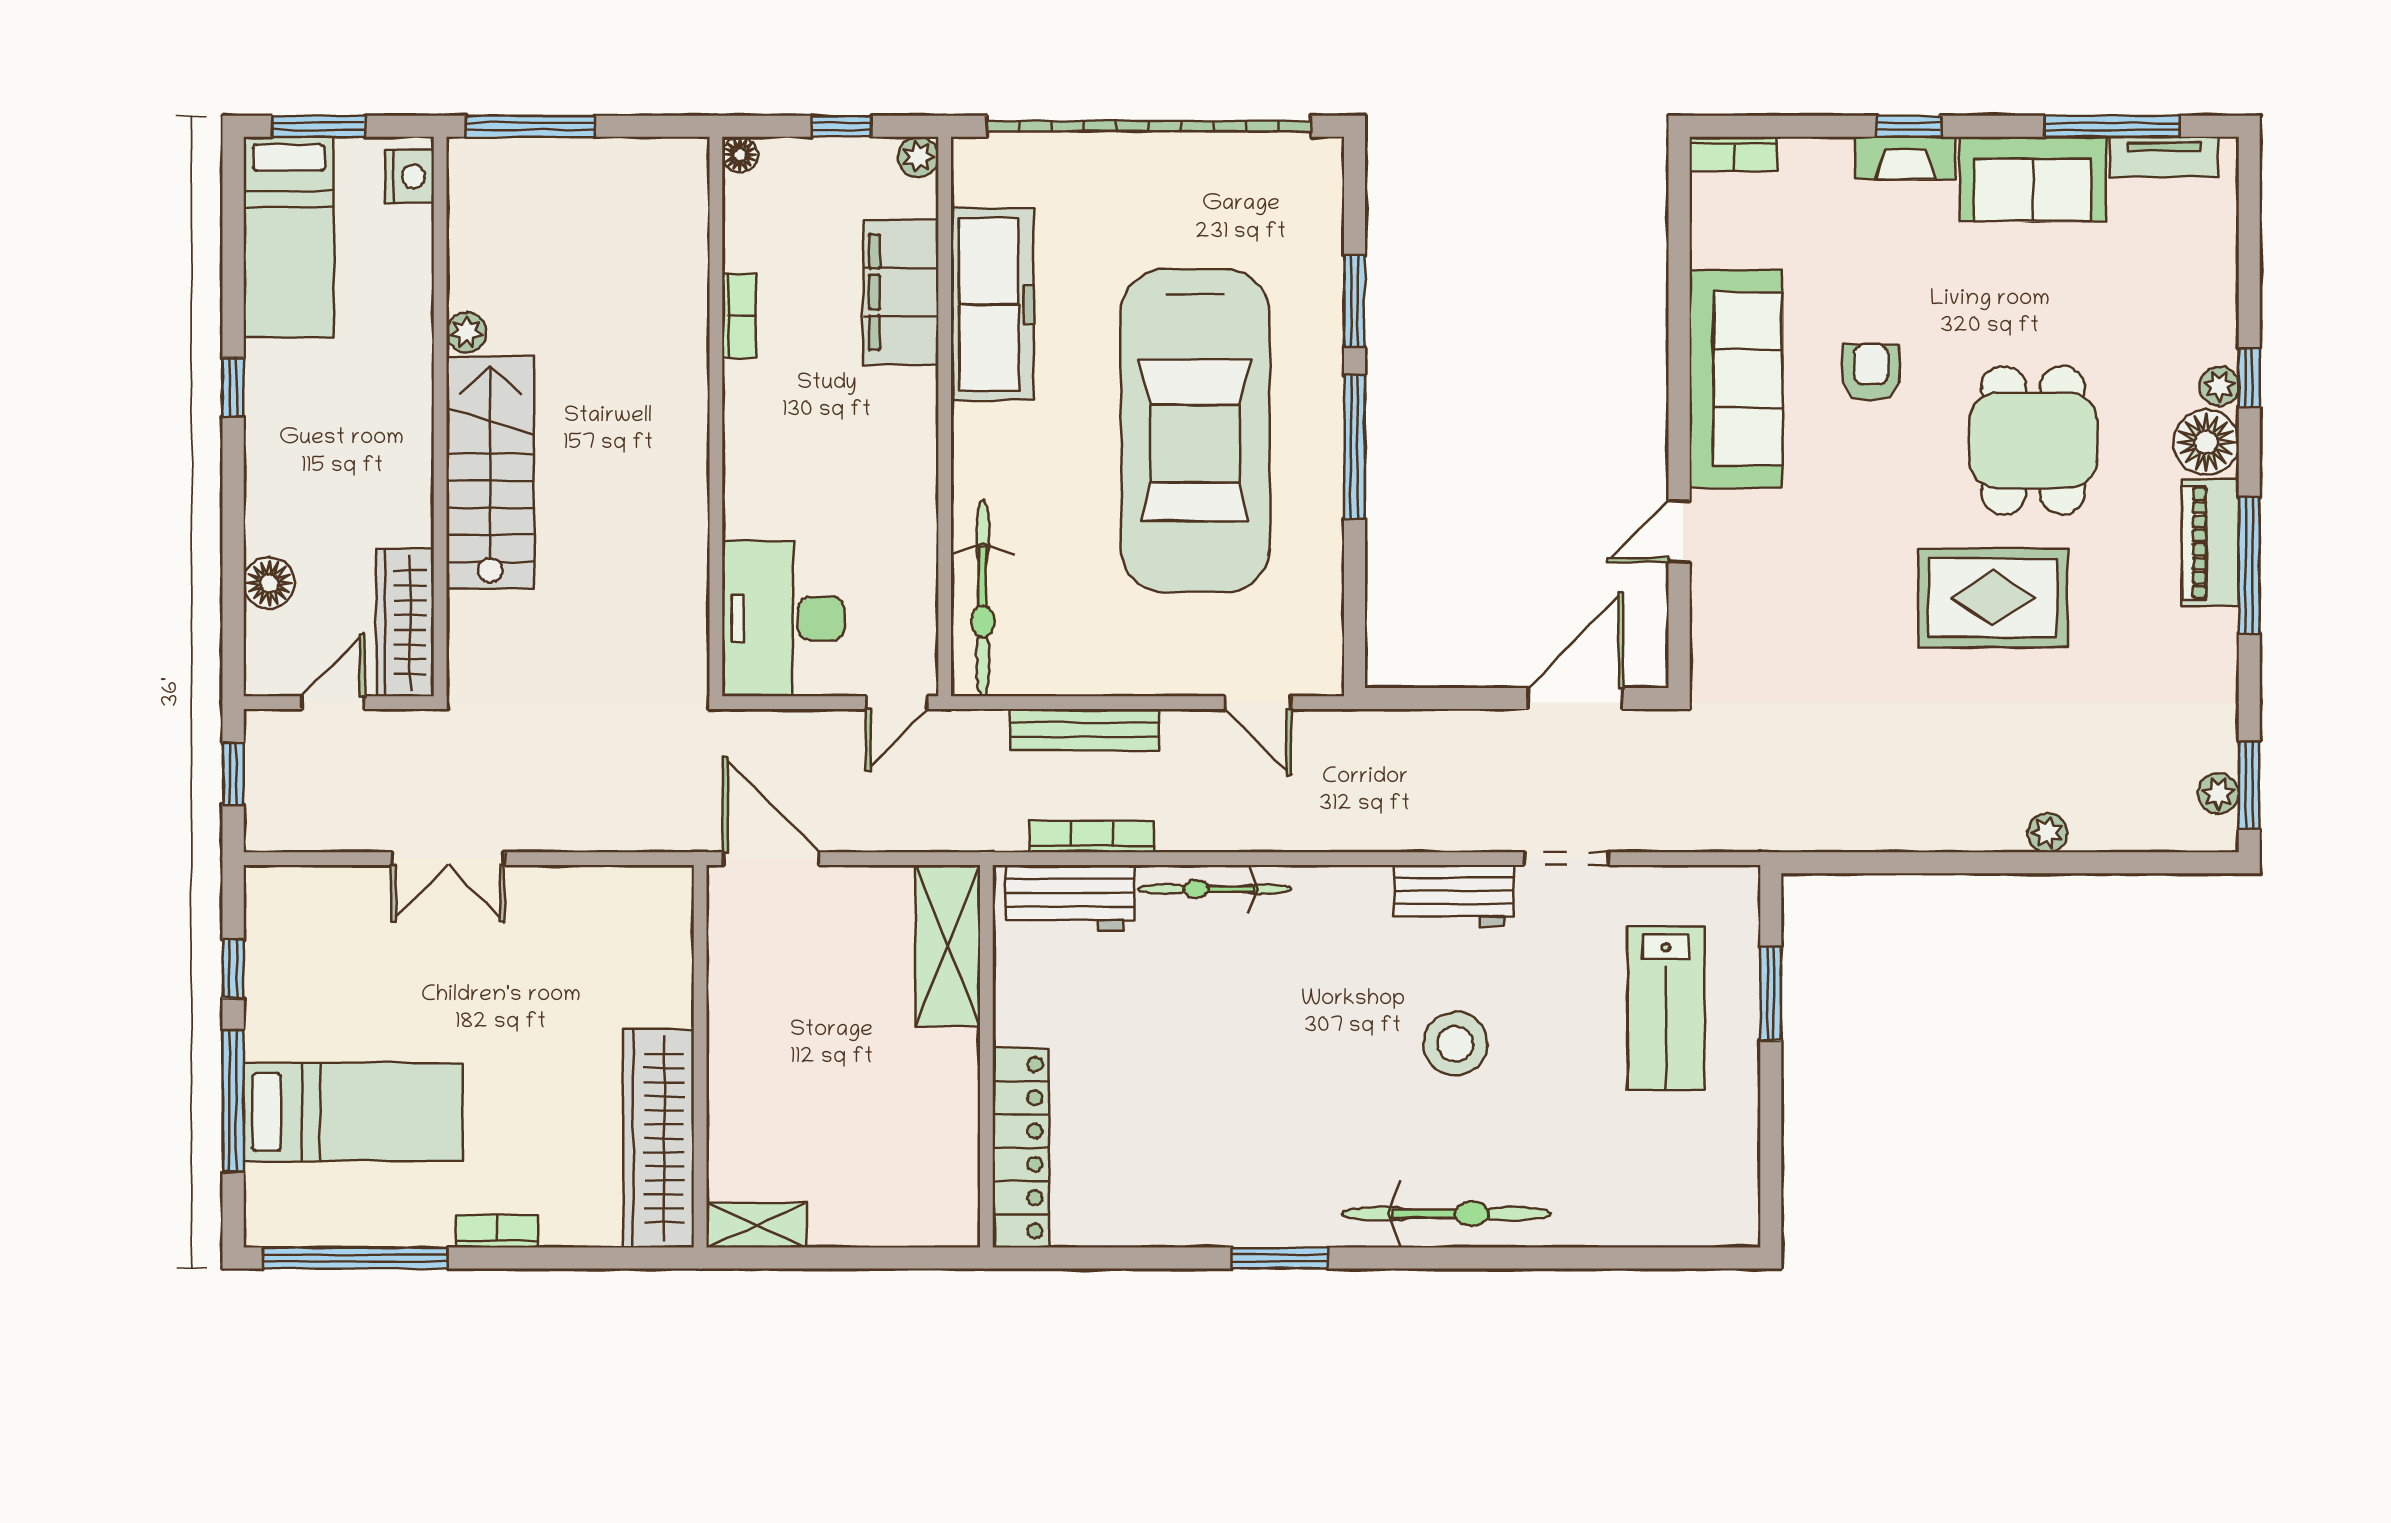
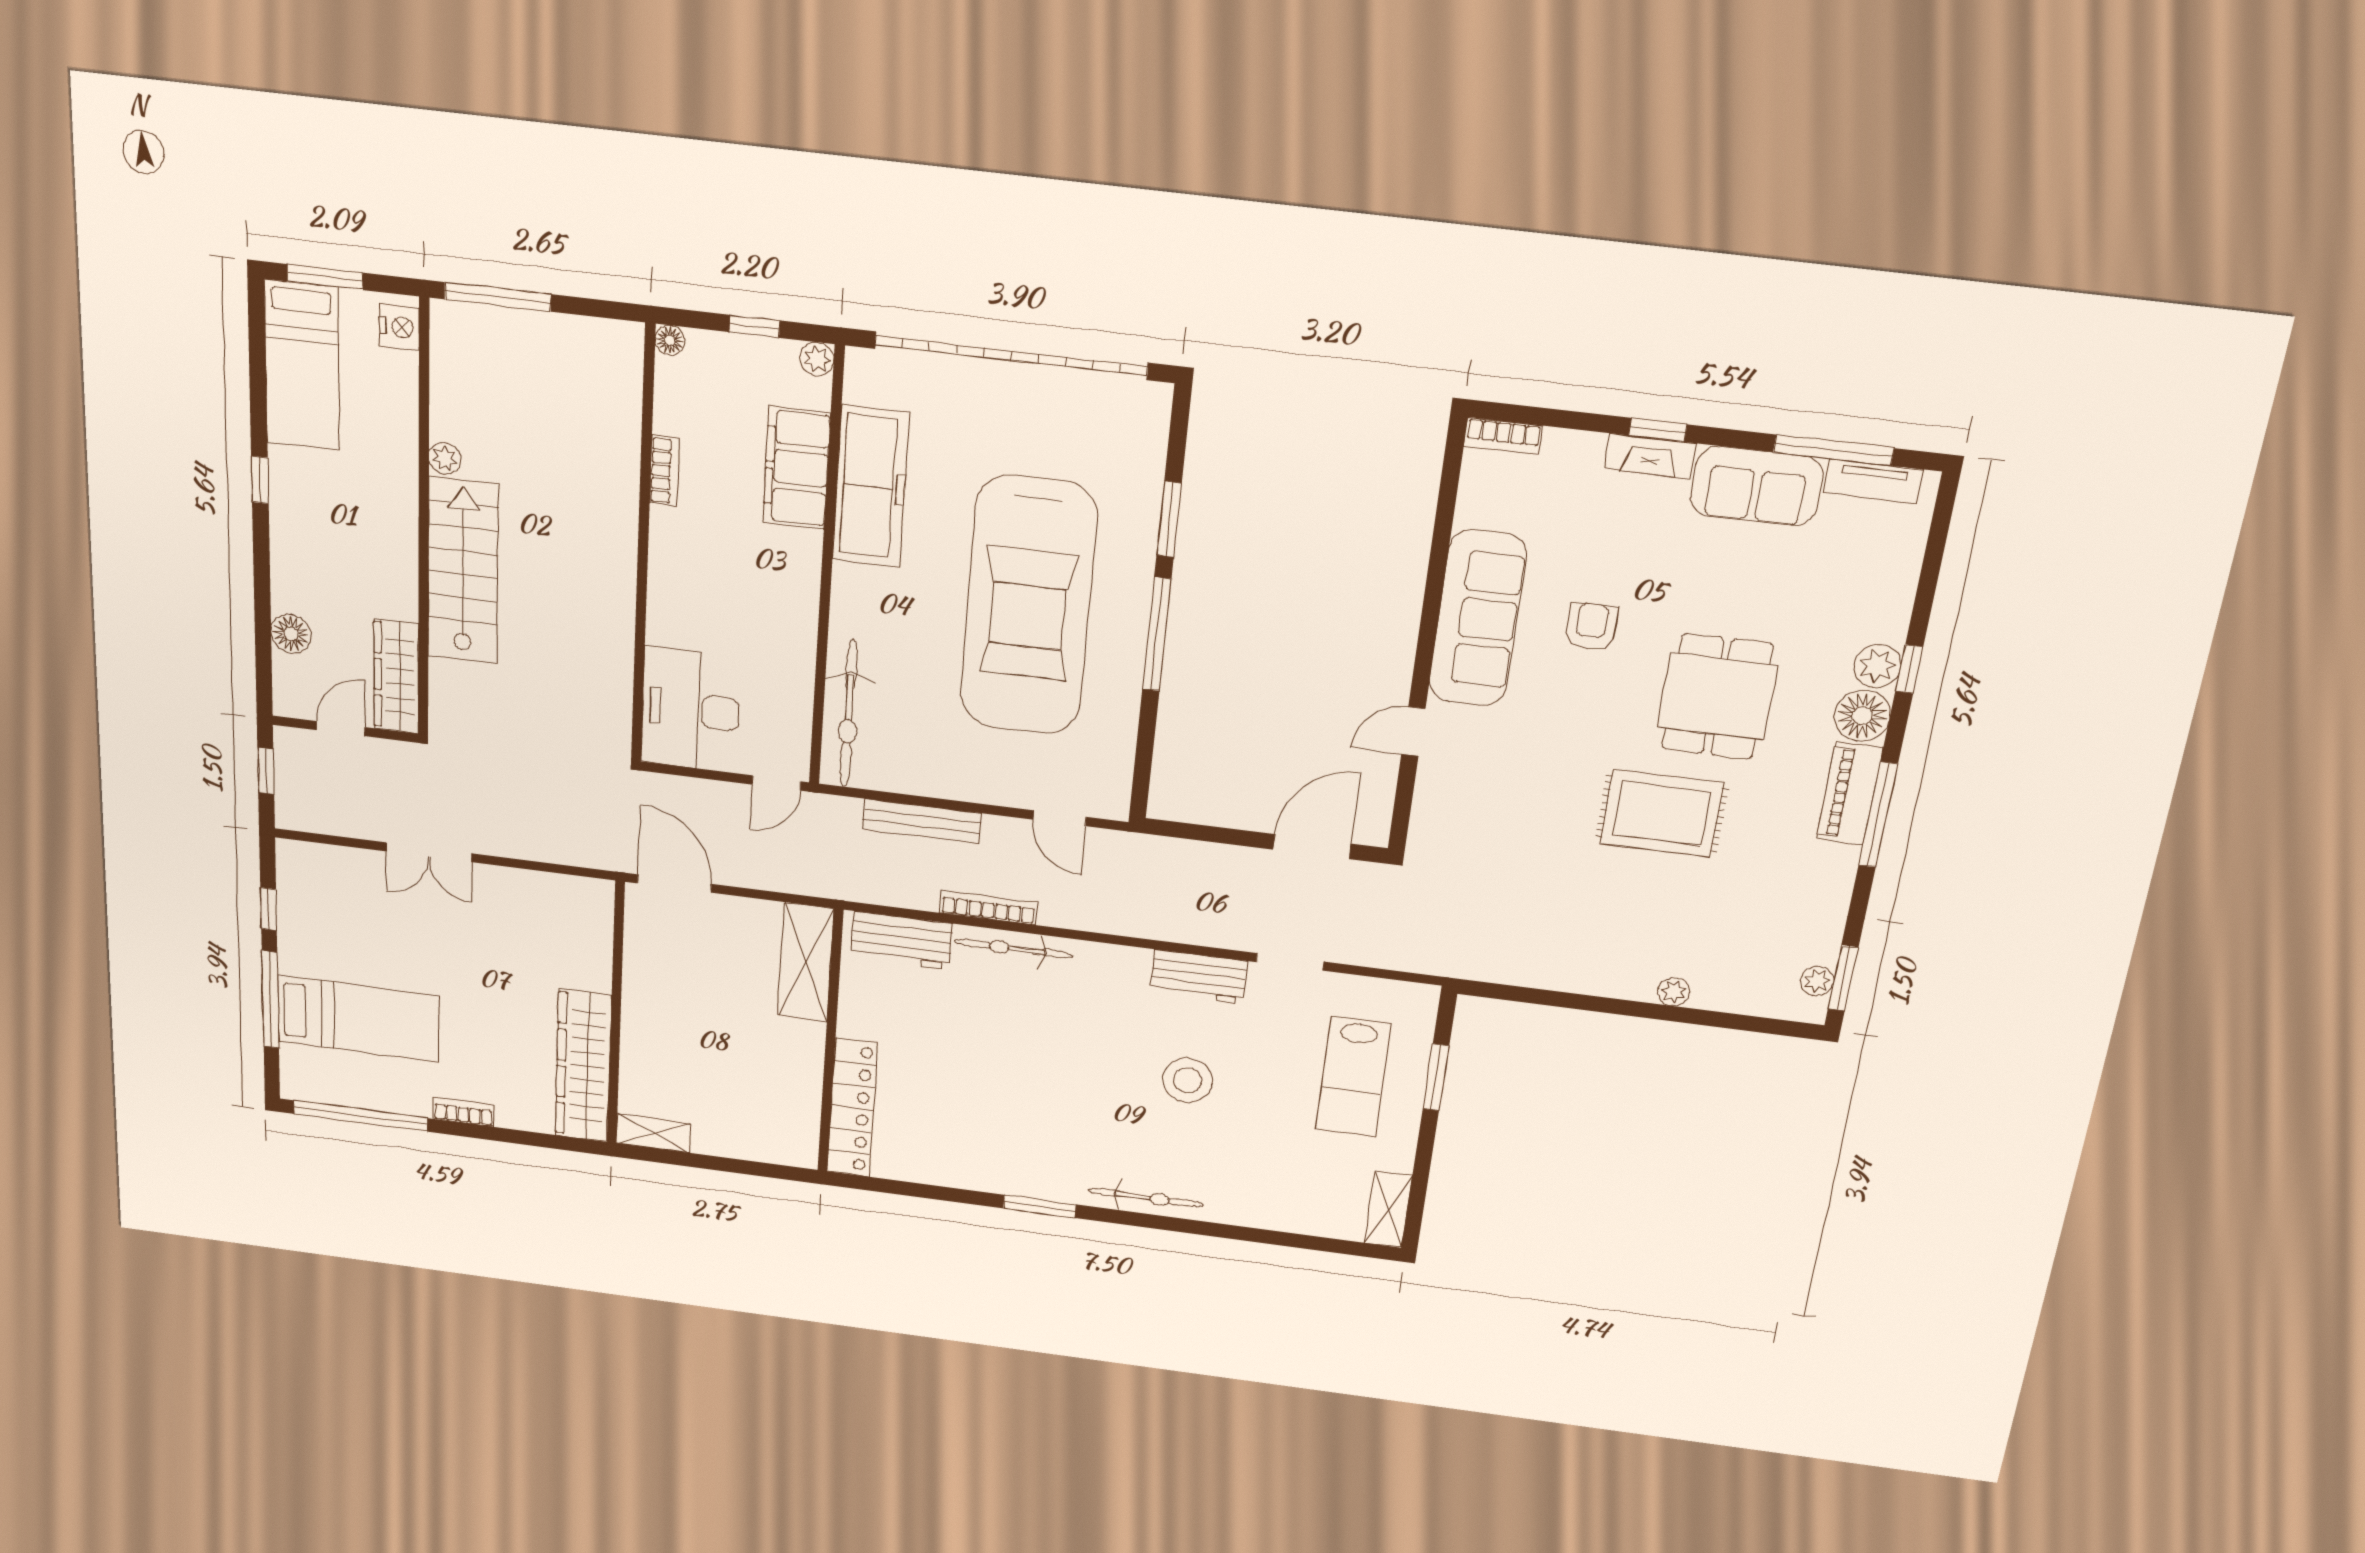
plant: (2219, 386) -> (1877, 666), width x1.38, depth x1.38
bookcase: (1092, 836) -> (988, 908), moved
shelving: (1736, 1194) -> (1388, 1209), added
bicycle: (1447, 1214) -> (1146, 1197), width x0.73, depth x0.71

